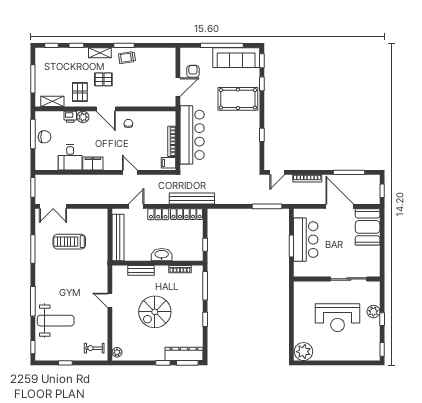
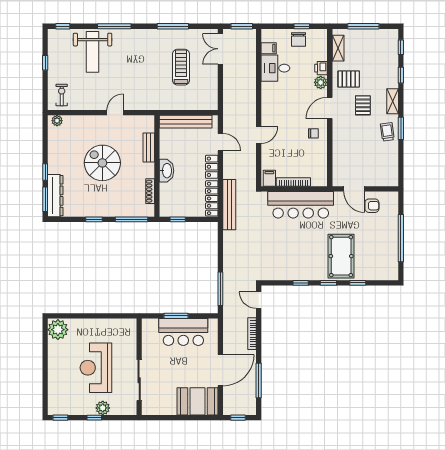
sofa: (236, 58) -> (387, 254), removed
window: (262, 61) -> (328, 283), moved
window: (33, 134) -> (302, 26), width x0.46
filing cabinet: (93, 163) -> (269, 48), moved, width x0.50

